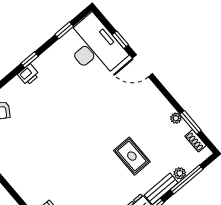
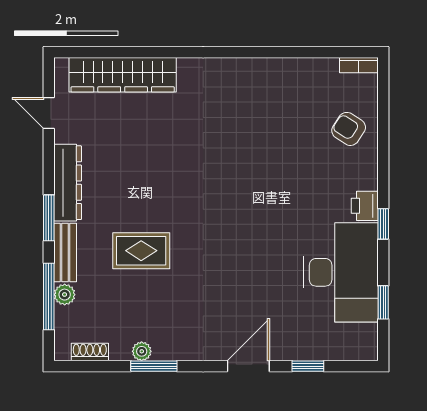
desk: (94, 47) -> (341, 272), moved, turned -90
window: (191, 122) -> (154, 366), moved

